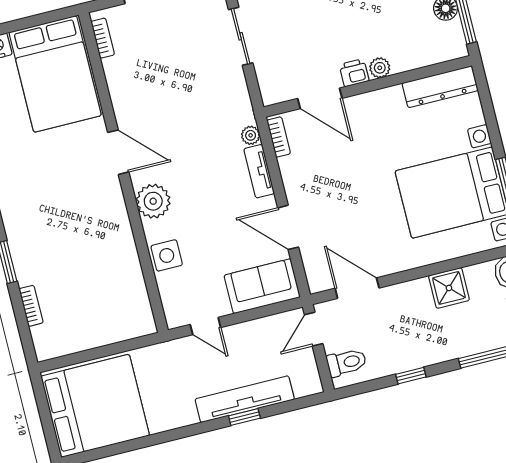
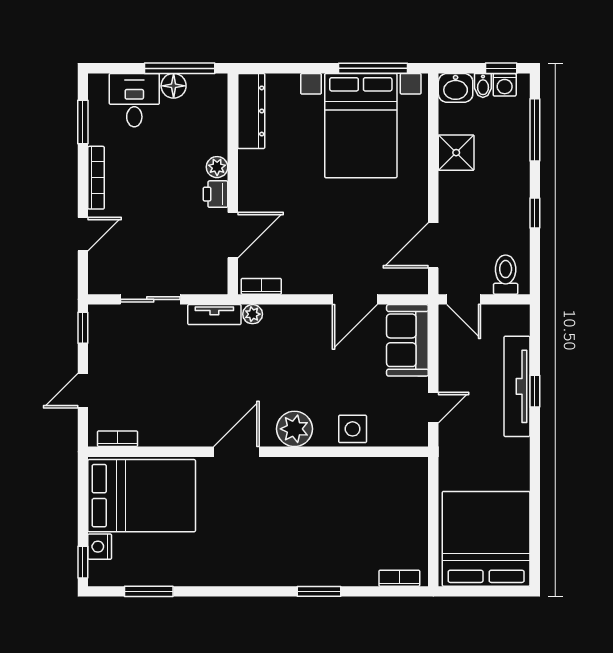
tv unit: (259, 171) -> (214, 315), moved
bookcase: (31, 306) -> (399, 578), moved

